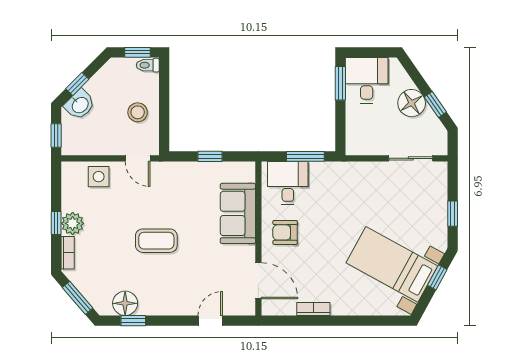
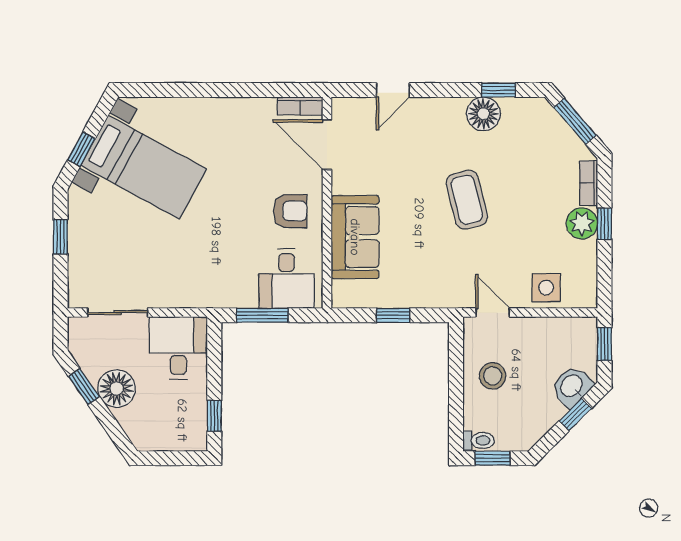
desk: (367, 80) -> (178, 348), moved, turned 180
window: (340, 83) -> (214, 416), width x0.67
coffee table: (156, 241) -> (467, 200), turned 76
floor lamp: (125, 303) -> (483, 114), moved
bookcase: (313, 309) -> (300, 106), moved

